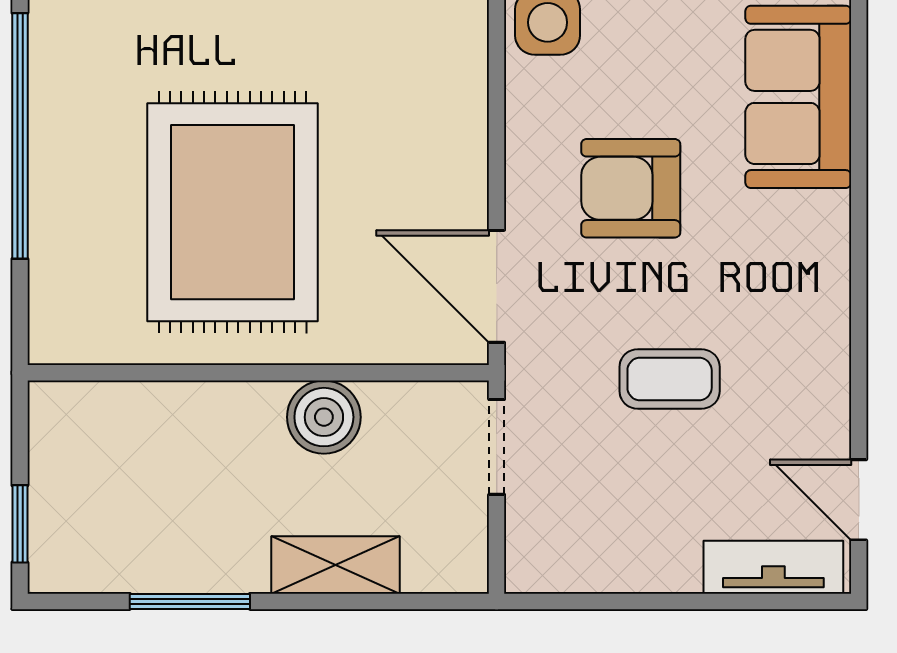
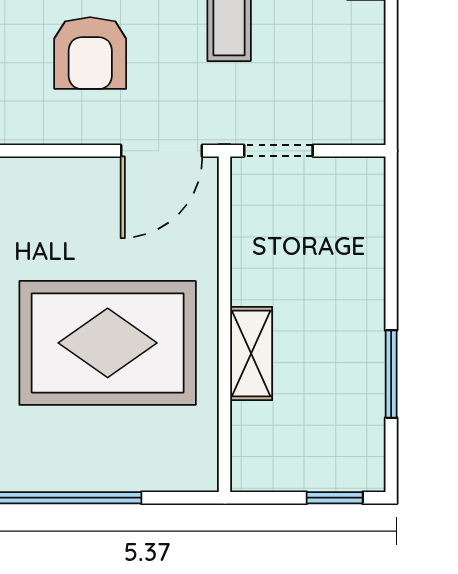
boiler: (324, 417) -> (257, 276), removed
shelving: (336, 565) -> (251, 354), moved

